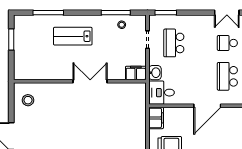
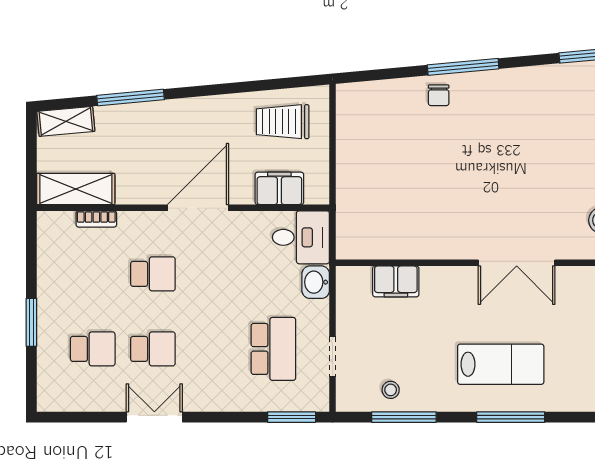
window: (48, 13) -> (511, 417), moved
filing cabinet: (136, 73) -> (396, 281), moved
school desk: (227, 76) -> (153, 274), width x0.54
double door: (90, 81) -> (517, 263), moved
filing cabinet: (156, 118) -> (279, 188), moved, turned 90

